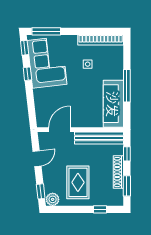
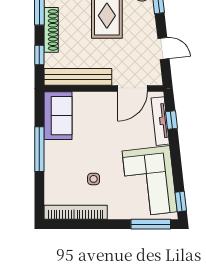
window: (27, 74) -> (171, 120), moved
sofa: (113, 104) -> (58, 116), width x0.73
tv unit: (39, 106) -> (160, 121), added
door: (37, 159) -> (163, 49), swing flipped

